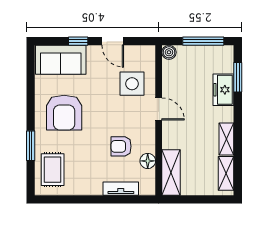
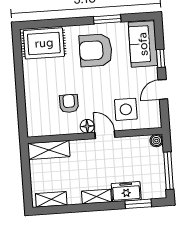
door: (159, 109) -> (105, 135), swing flipped
shelving: (226, 139) -> (96, 197), moved
window: (31, 146) -> (107, 19), moved
floor lamp: (148, 161) -> (87, 126), moved
rug: (53, 170) -> (44, 43), width x1.36, depth x1.43
tv unit: (121, 189) -> (31, 106), removed

